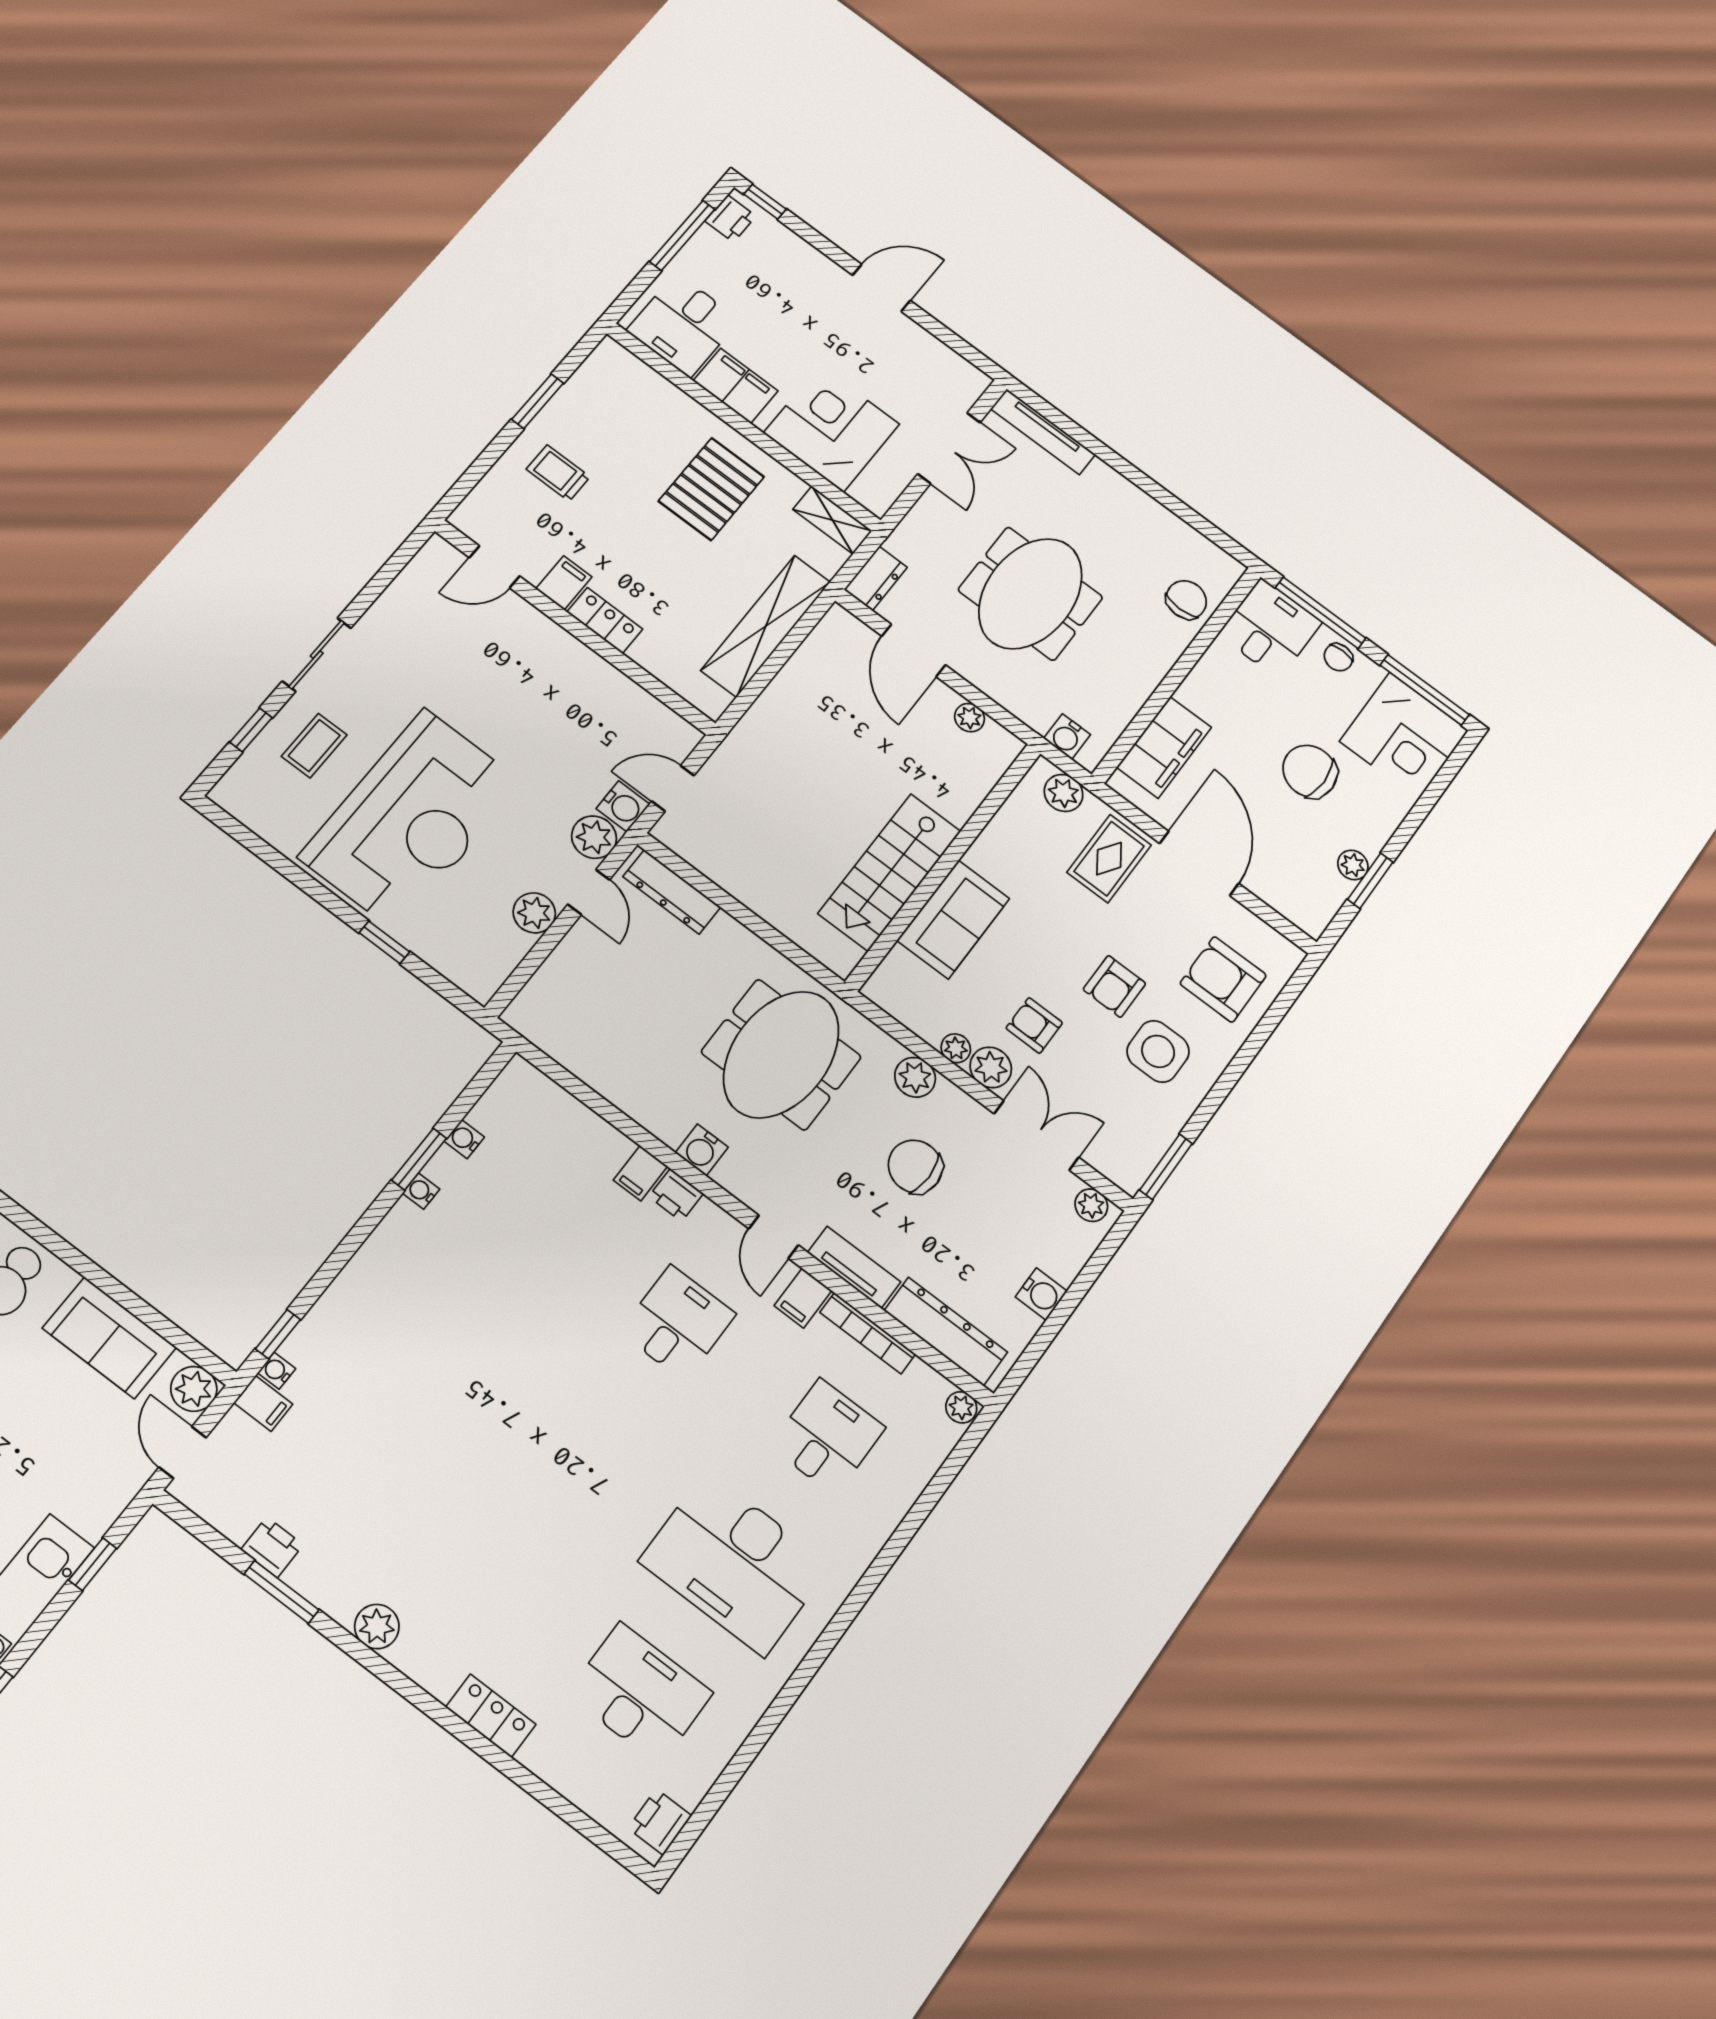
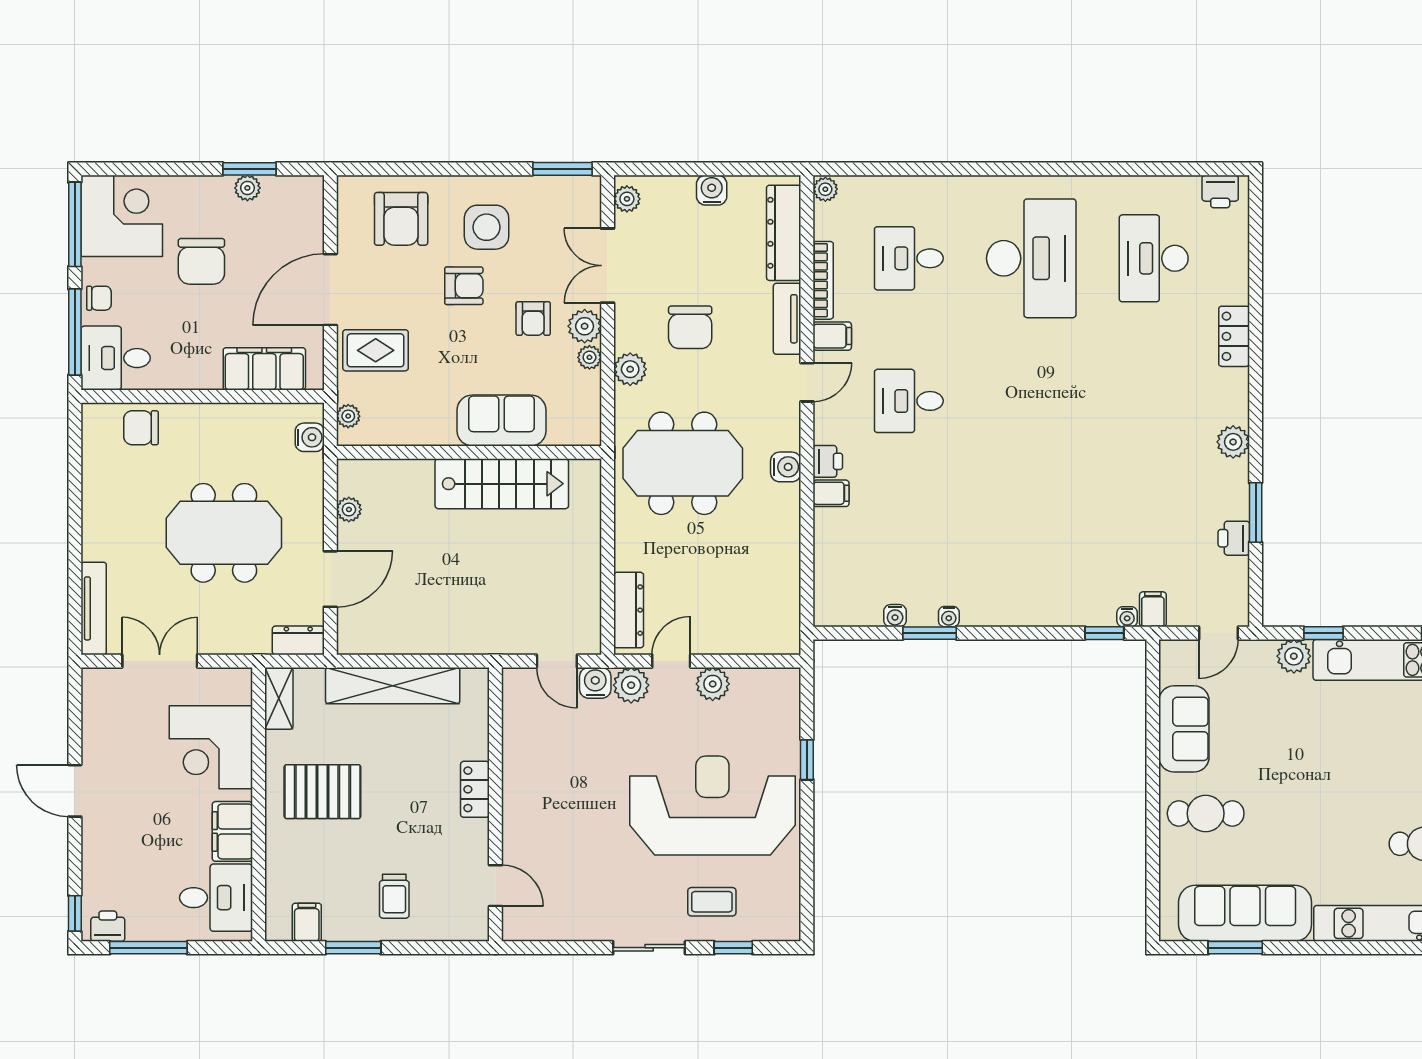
filing cabinet: (564, 583) -> (307, 922), moved, turned 90
plant: (1064, 793) -> (348, 416), width x0.73, depth x0.73
plant: (194, 1389) -> (1294, 656), moved

